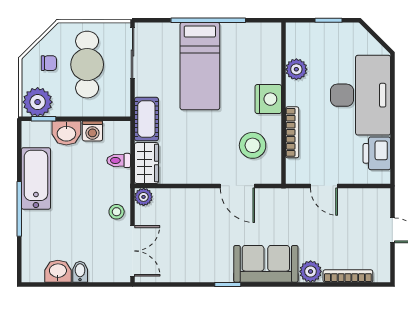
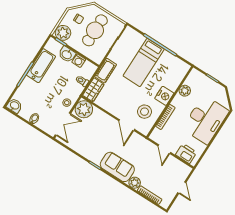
printer: (377, 153) -> (186, 153), moved, turned 90
plant: (144, 197) -> (84, 109), width x1.87, depth x1.87
washbasin: (58, 271) -> (14, 106), moved

